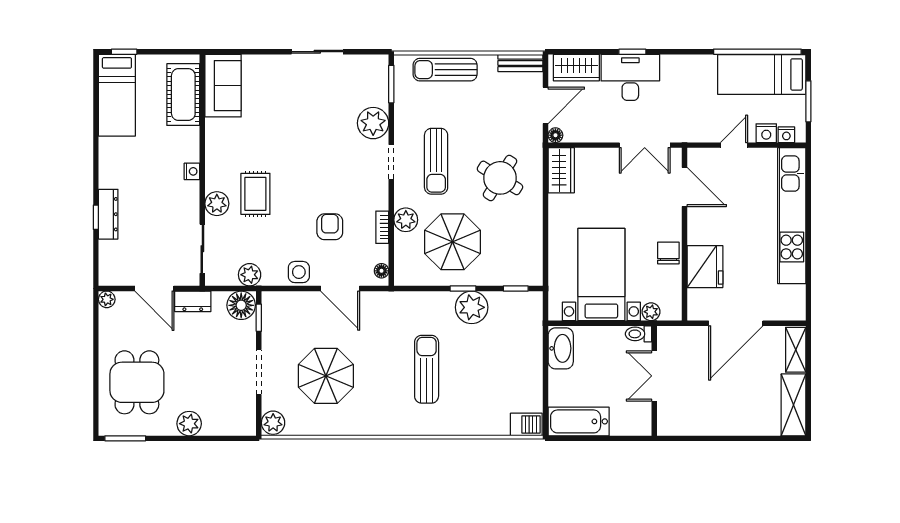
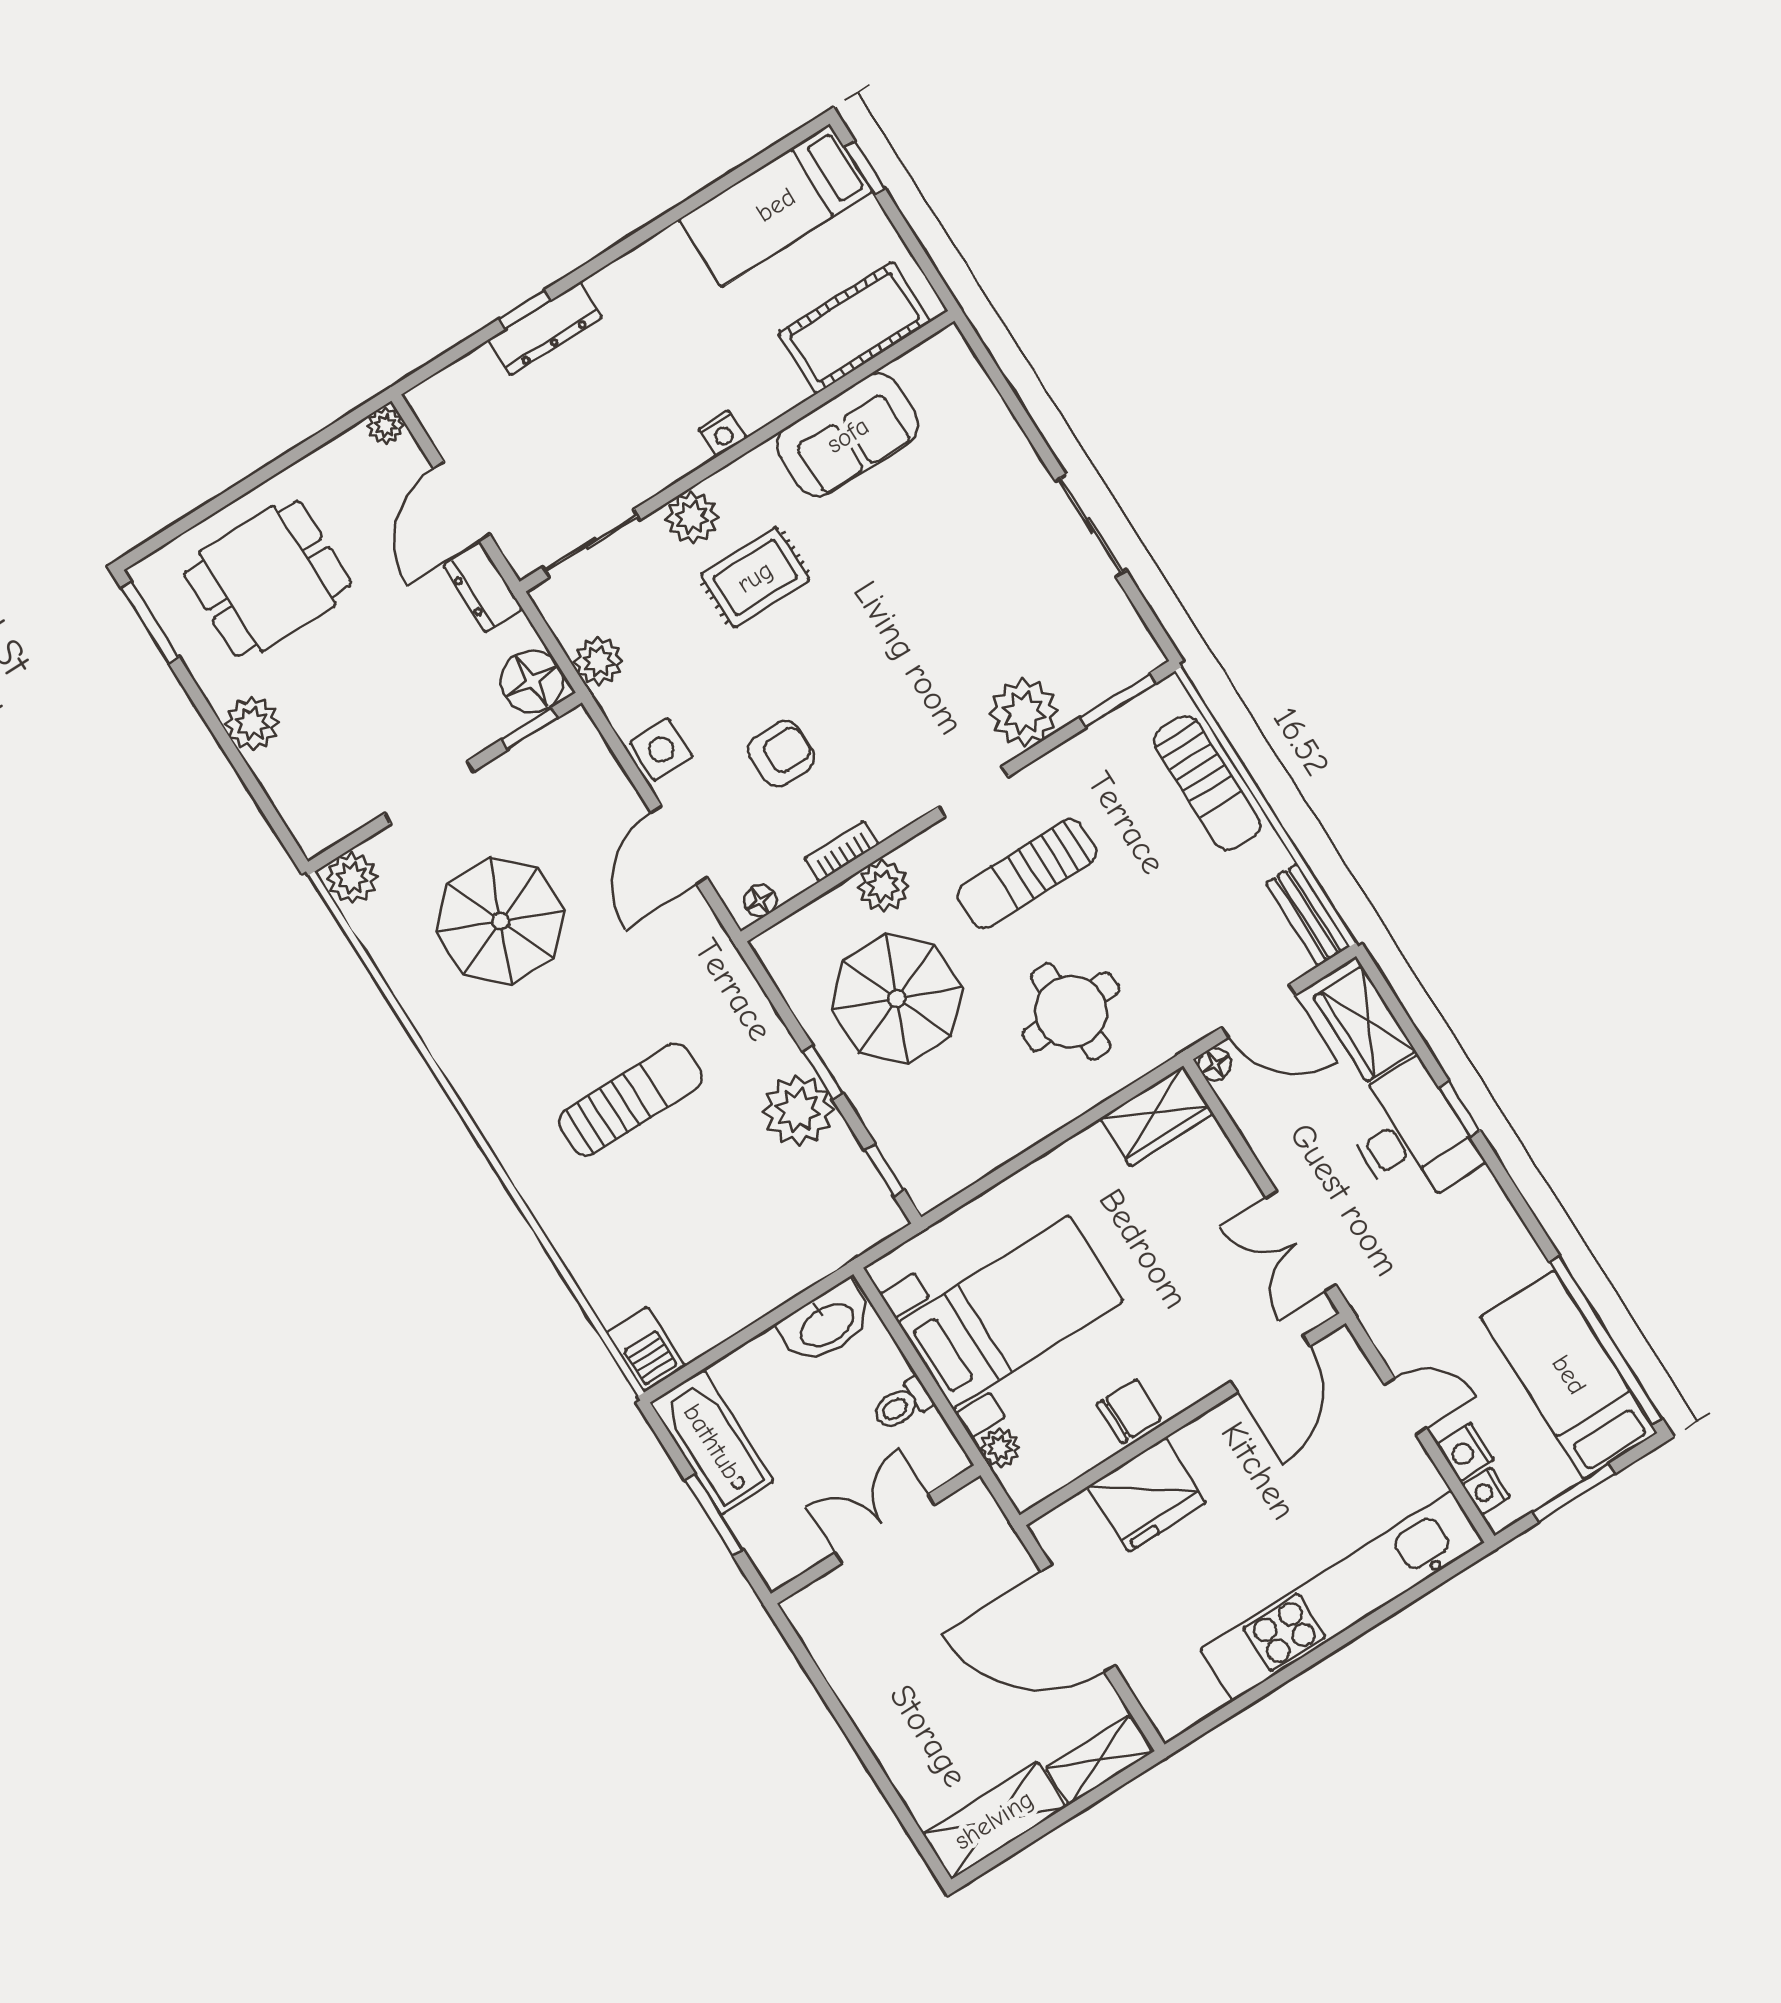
sun lounger: (445, 70) -> (1207, 783), turned 180
sofa: (223, 86) -> (848, 435), moved
round table: (500, 178) -> (1071, 1012), turned -36
toilet: (638, 334) -> (902, 1404), moved, turned -90
window: (607, 438) -> (714, 1515), added

